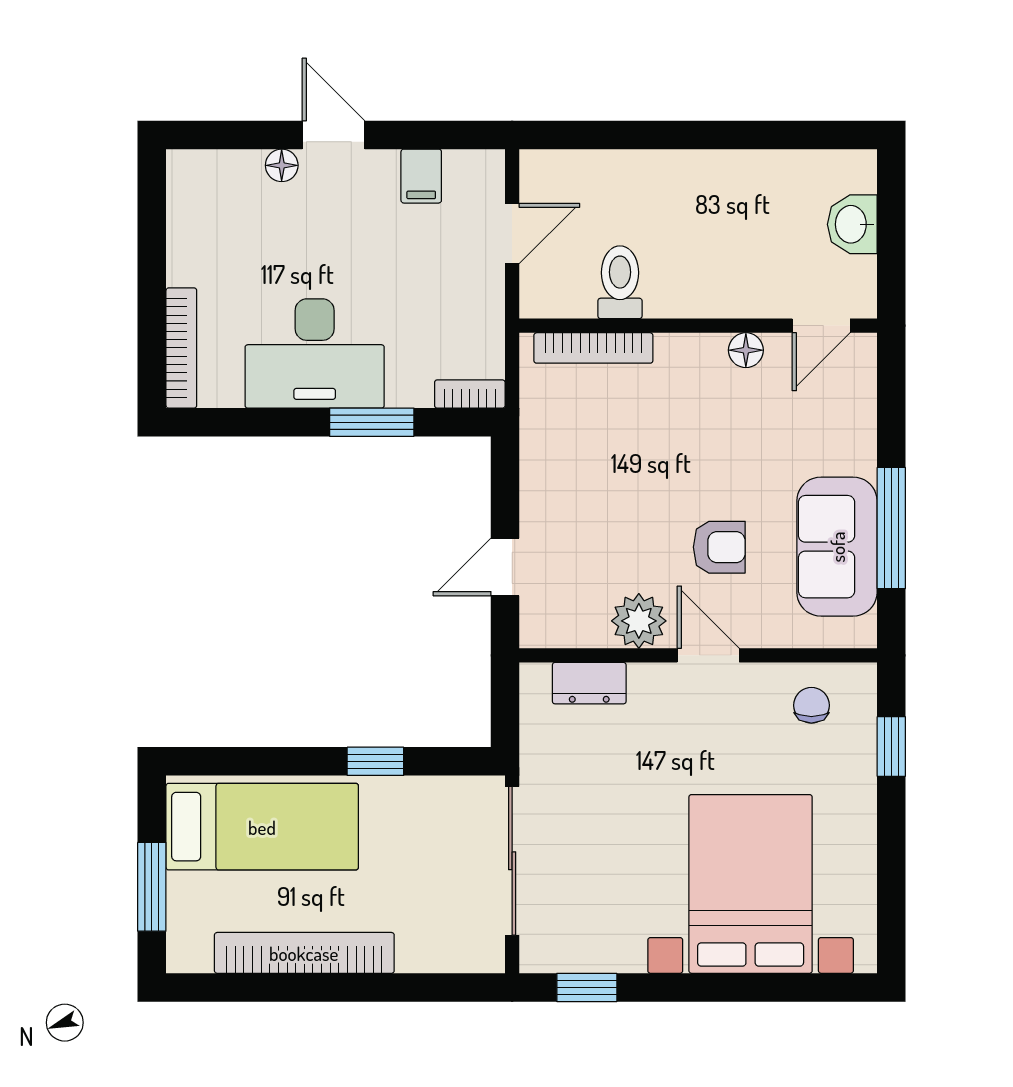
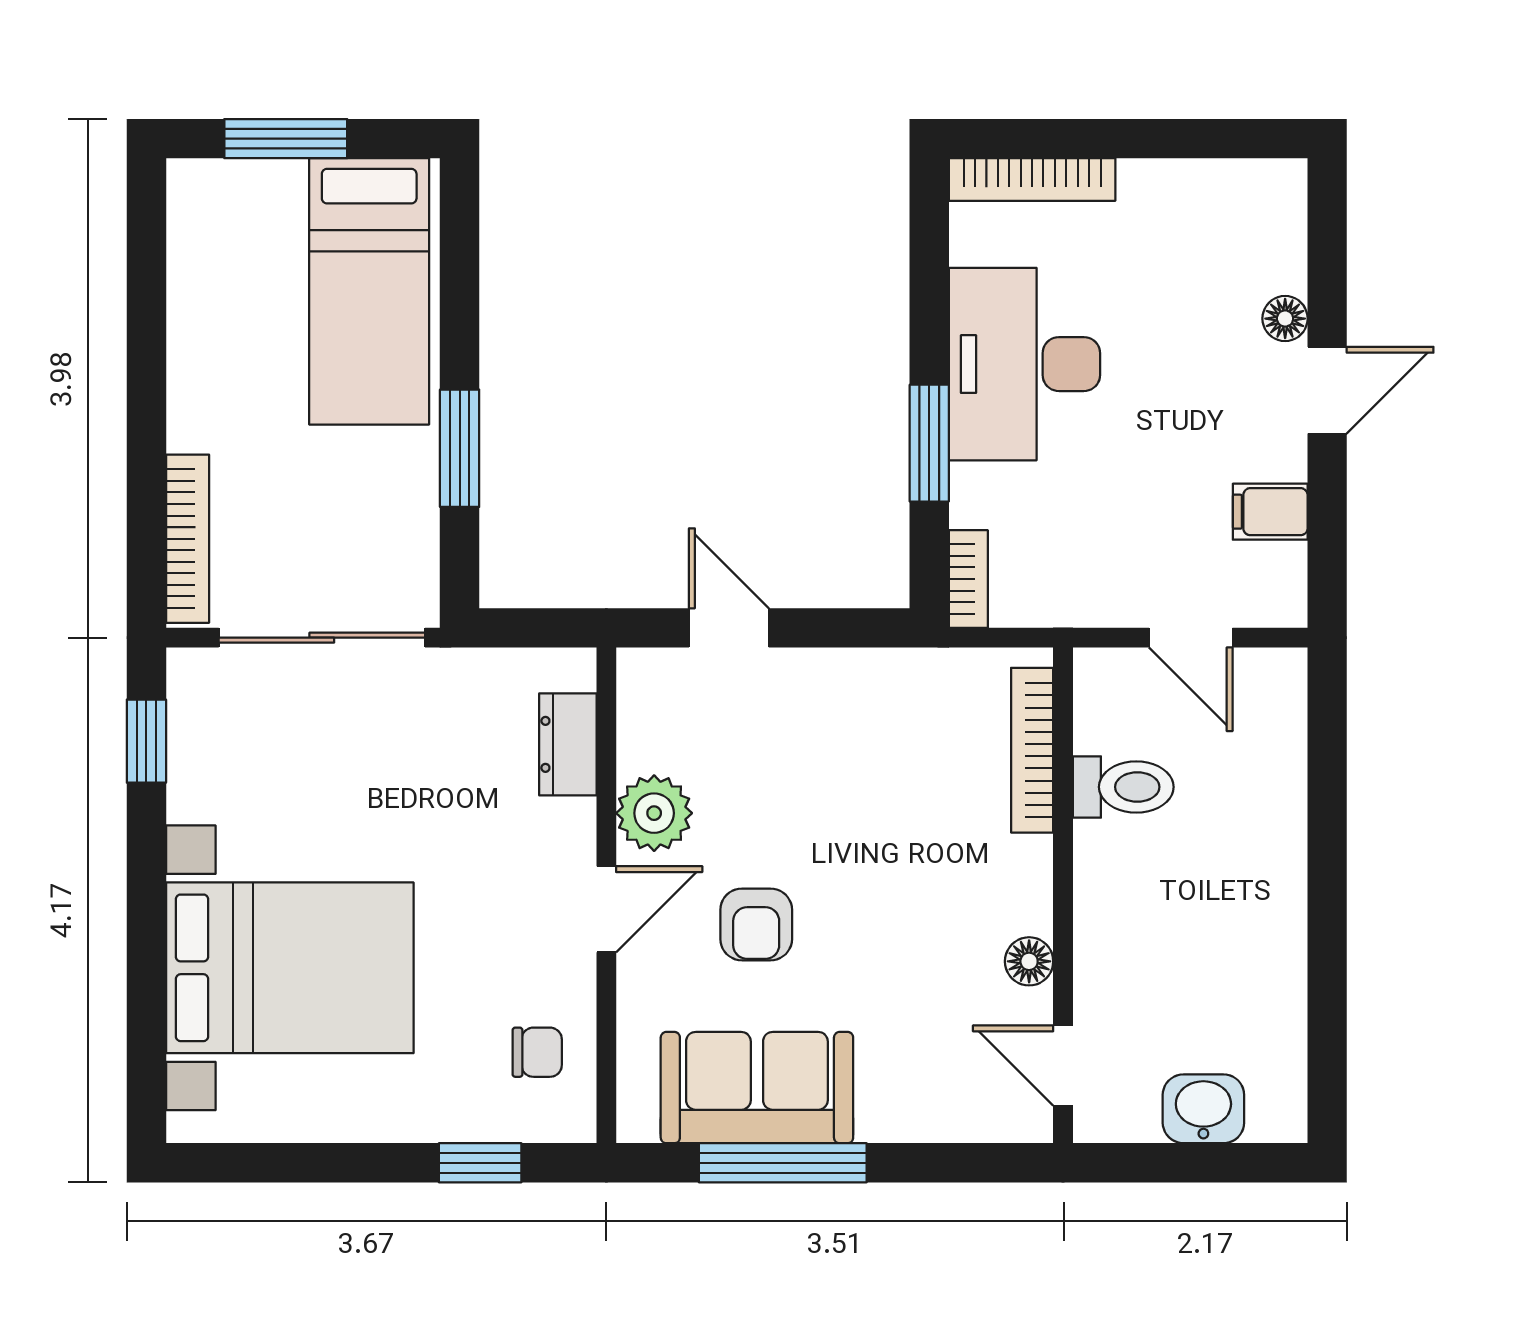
window: (375, 761) -> (460, 448), width x1.50
bookcase: (304, 953) -> (188, 539), moved, width x0.68, depth x0.76

